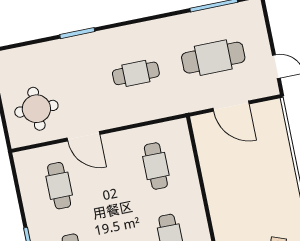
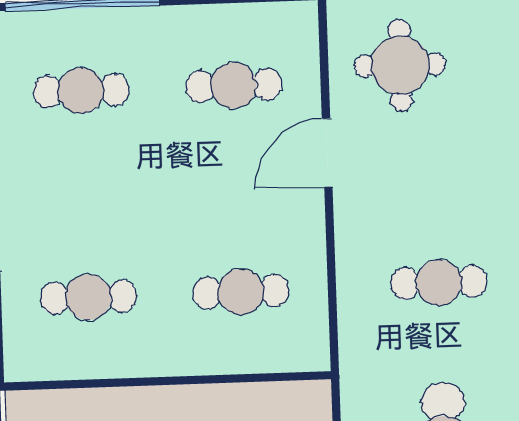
cafe table: (136, 73) -> (439, 283), turned 90

